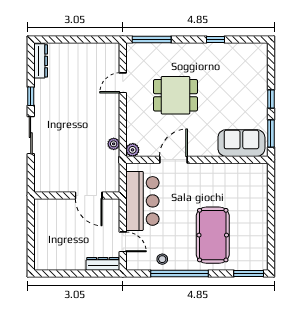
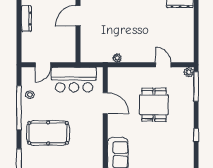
plant: (133, 150) -> (189, 72), moved
door: (89, 196) -> (78, 16), moved
dresser: (103, 264) -> (26, 18), moved

